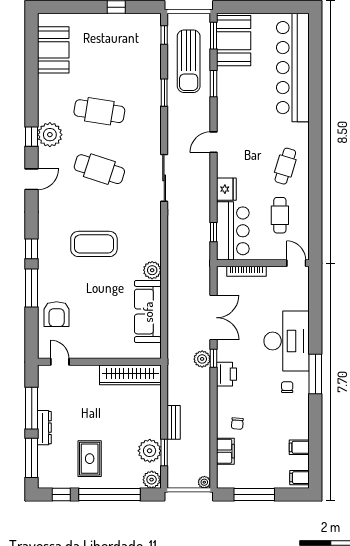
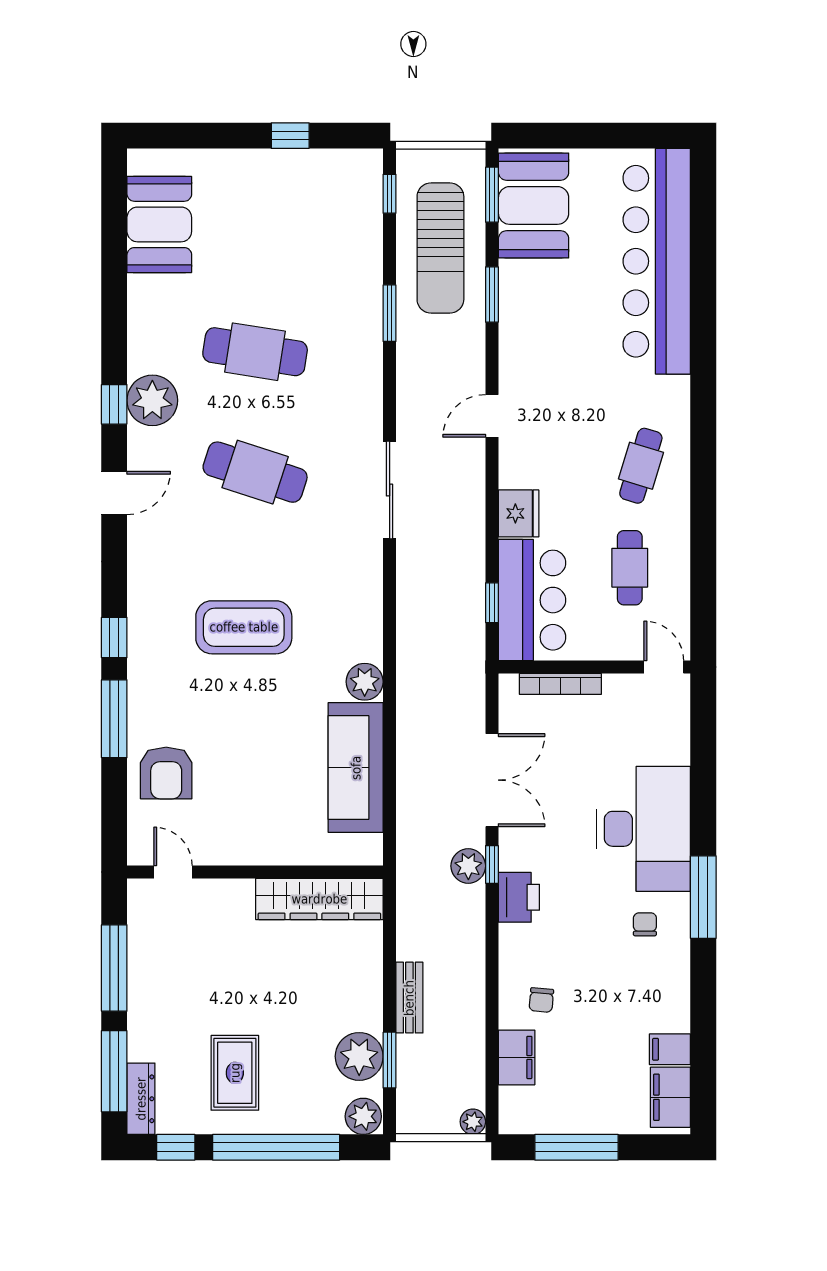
dresser: (44, 428) -> (141, 1099), moved
filing cabinet: (299, 478) -> (670, 1097), width x2.00

